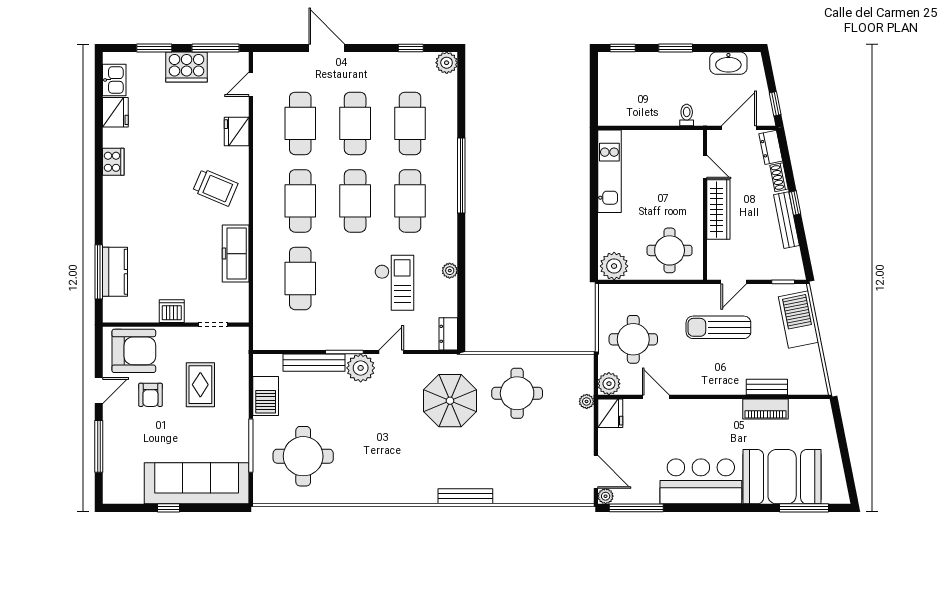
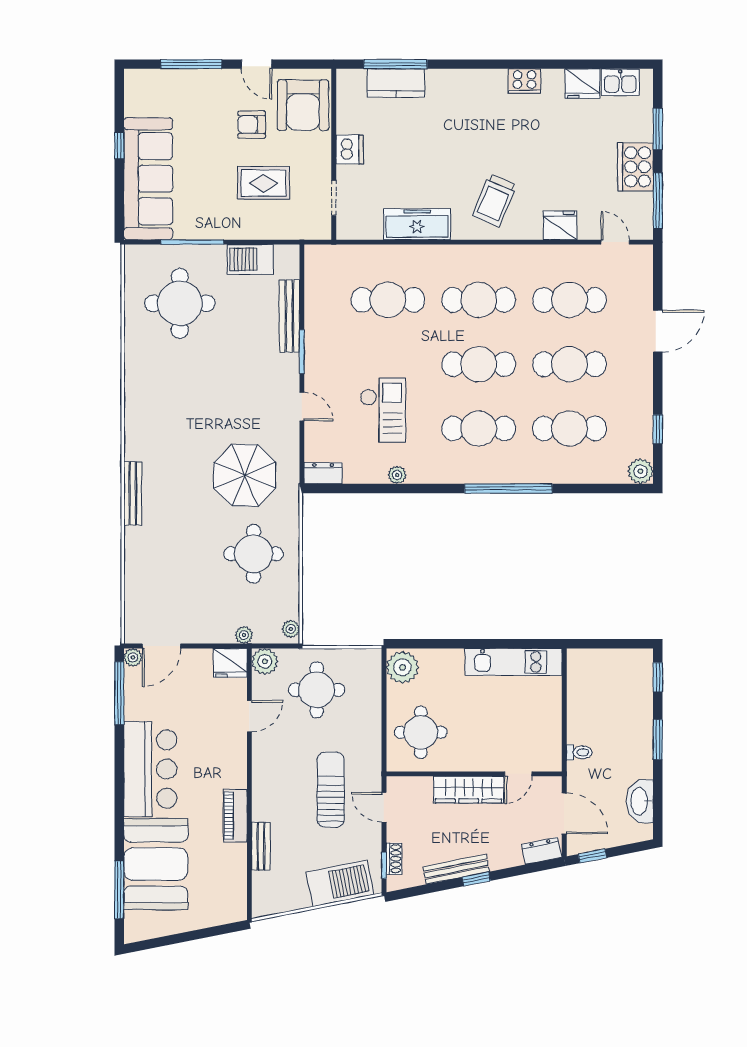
shoe rack: (779, 177) -> (394, 859), moved, turned 101
checkout: (394, 283) -> (383, 410), turned -90
plant: (361, 368) -> (291, 629), moved, width x0.53, depth x0.53
piano: (765, 409) -> (235, 815), moved

